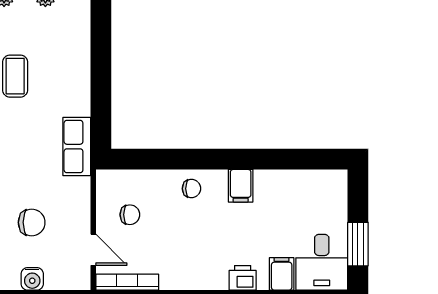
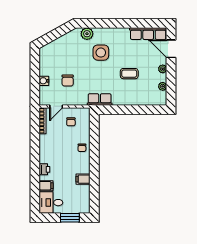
filing cabinet: (241, 186) -> (83, 179), moved
window: (358, 244) -> (70, 218), moved

